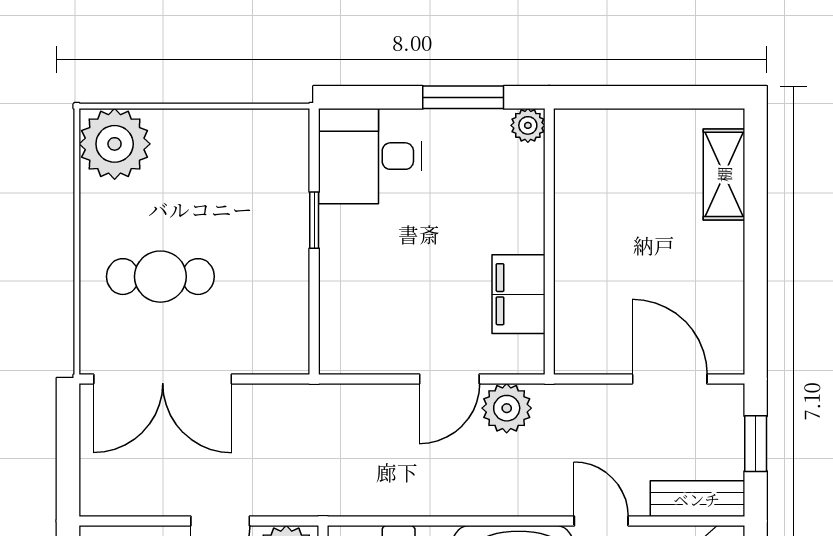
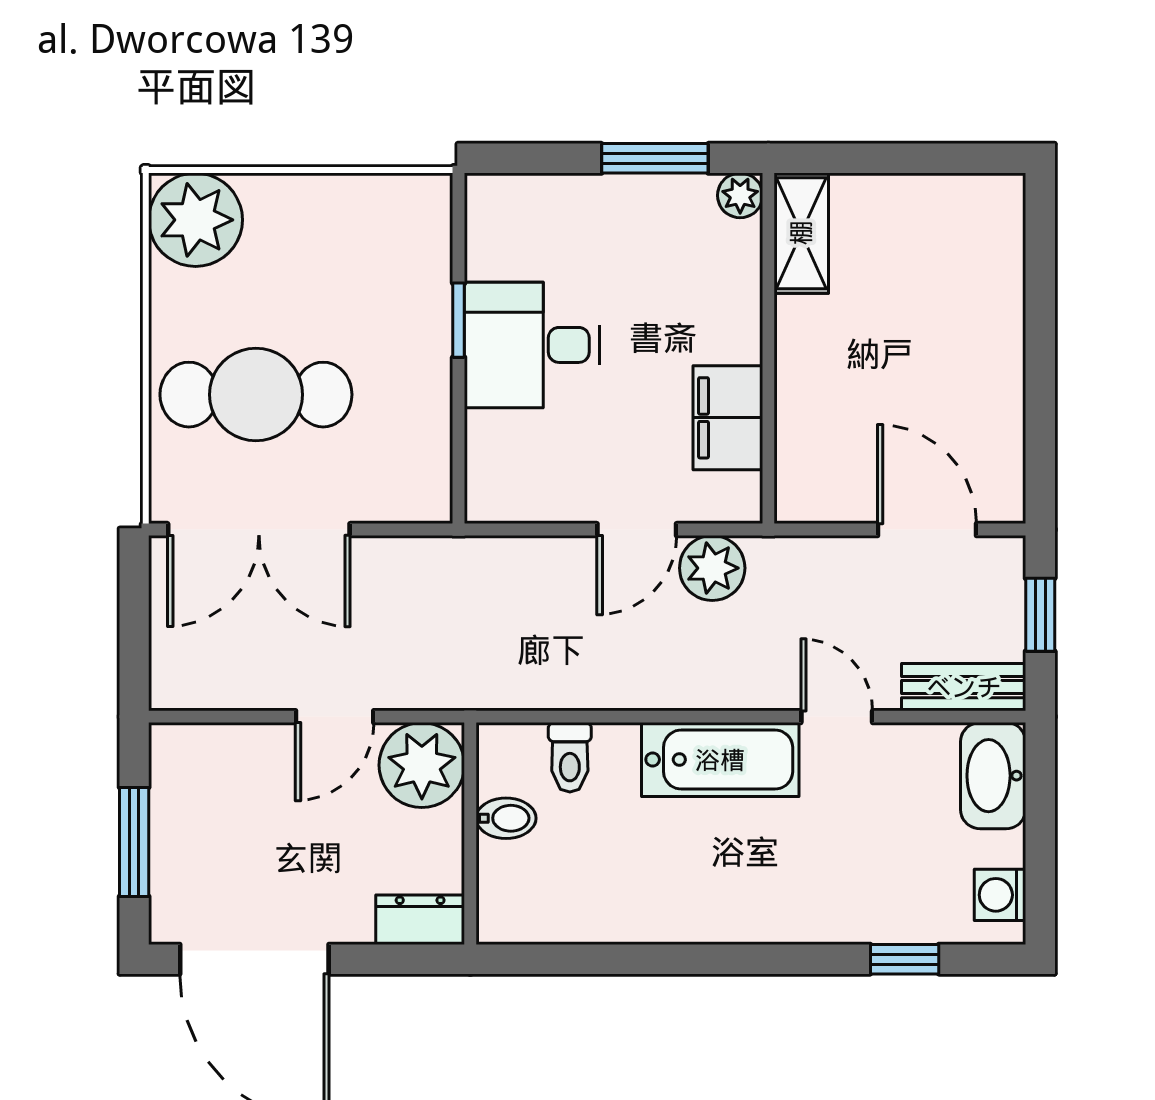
desk: (370, 156) -> (532, 345), moved
shelving: (724, 174) -> (801, 233), moved
cafe table: (160, 277) -> (256, 395), width x1.37, depth x1.35

